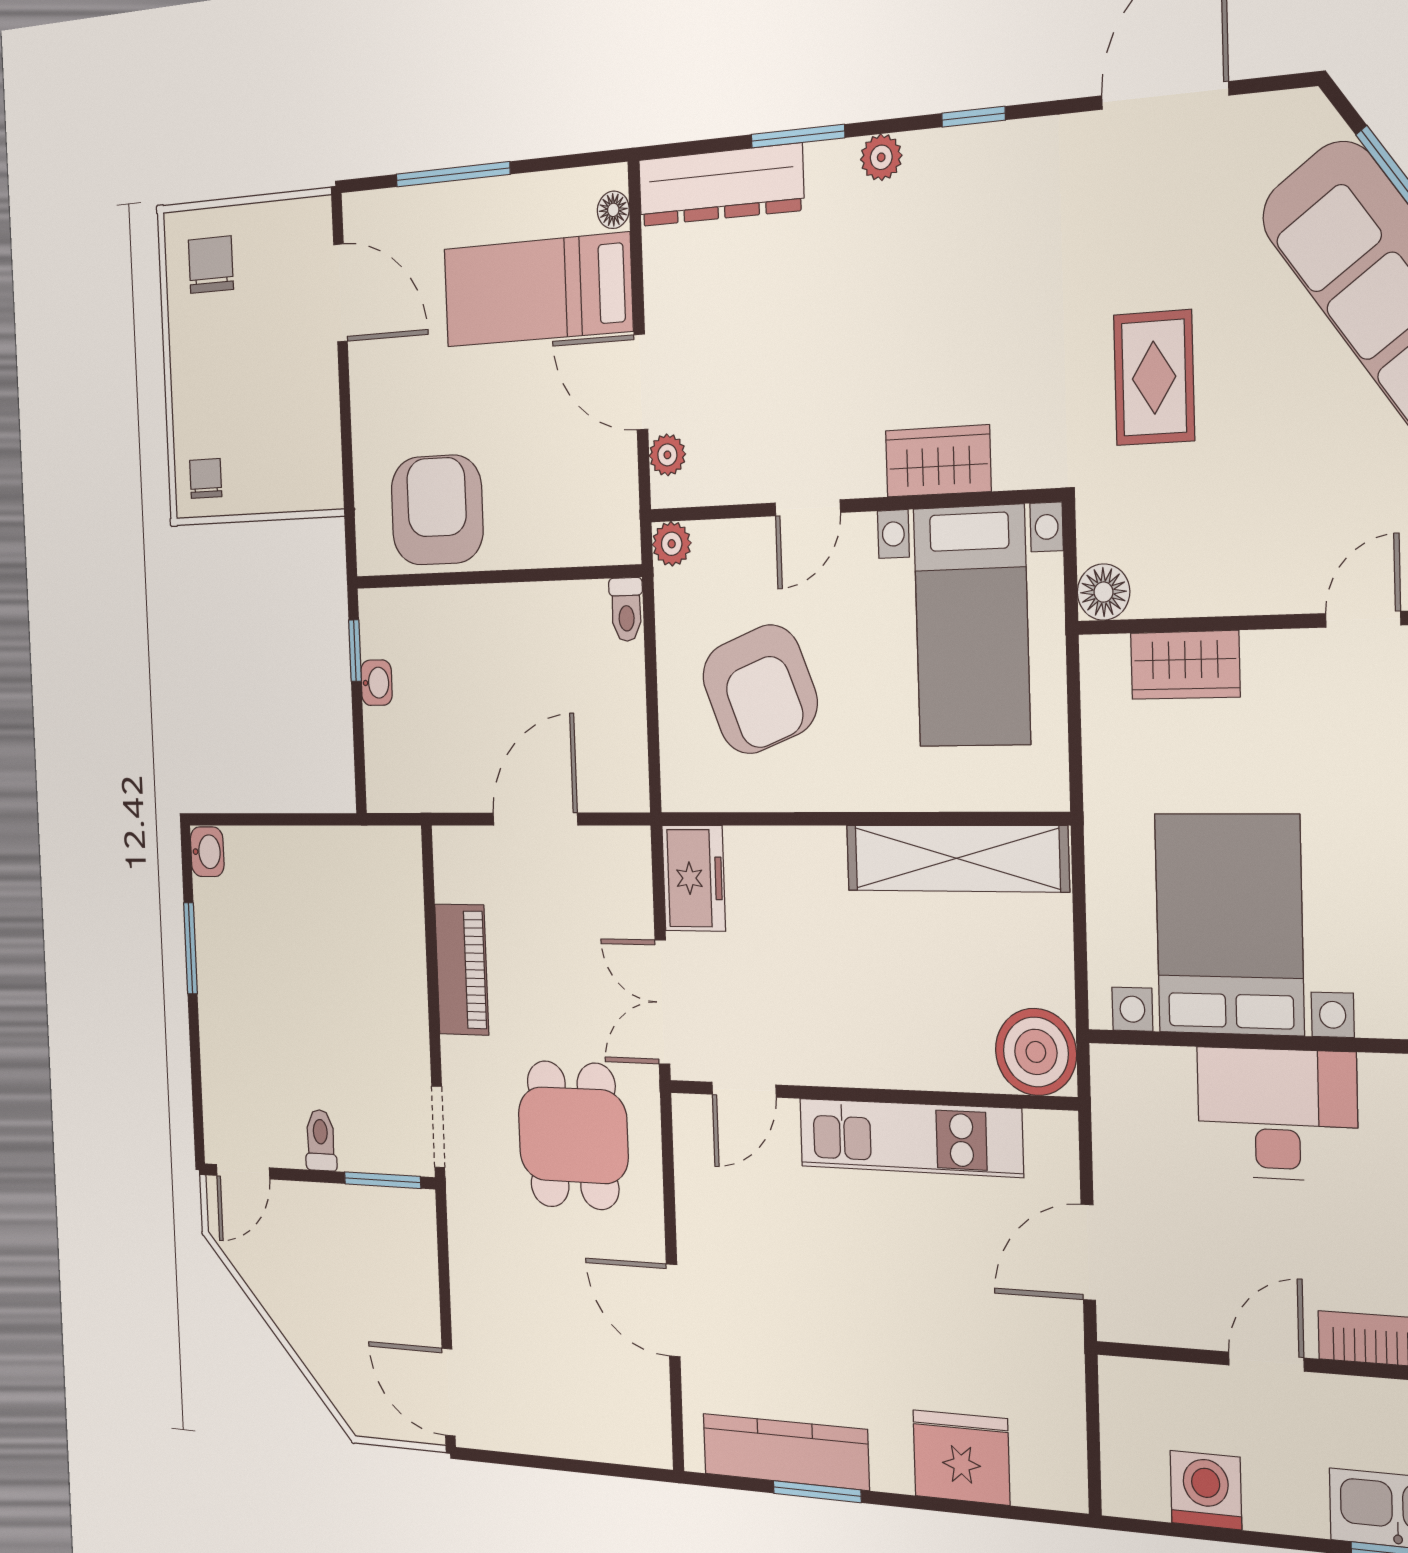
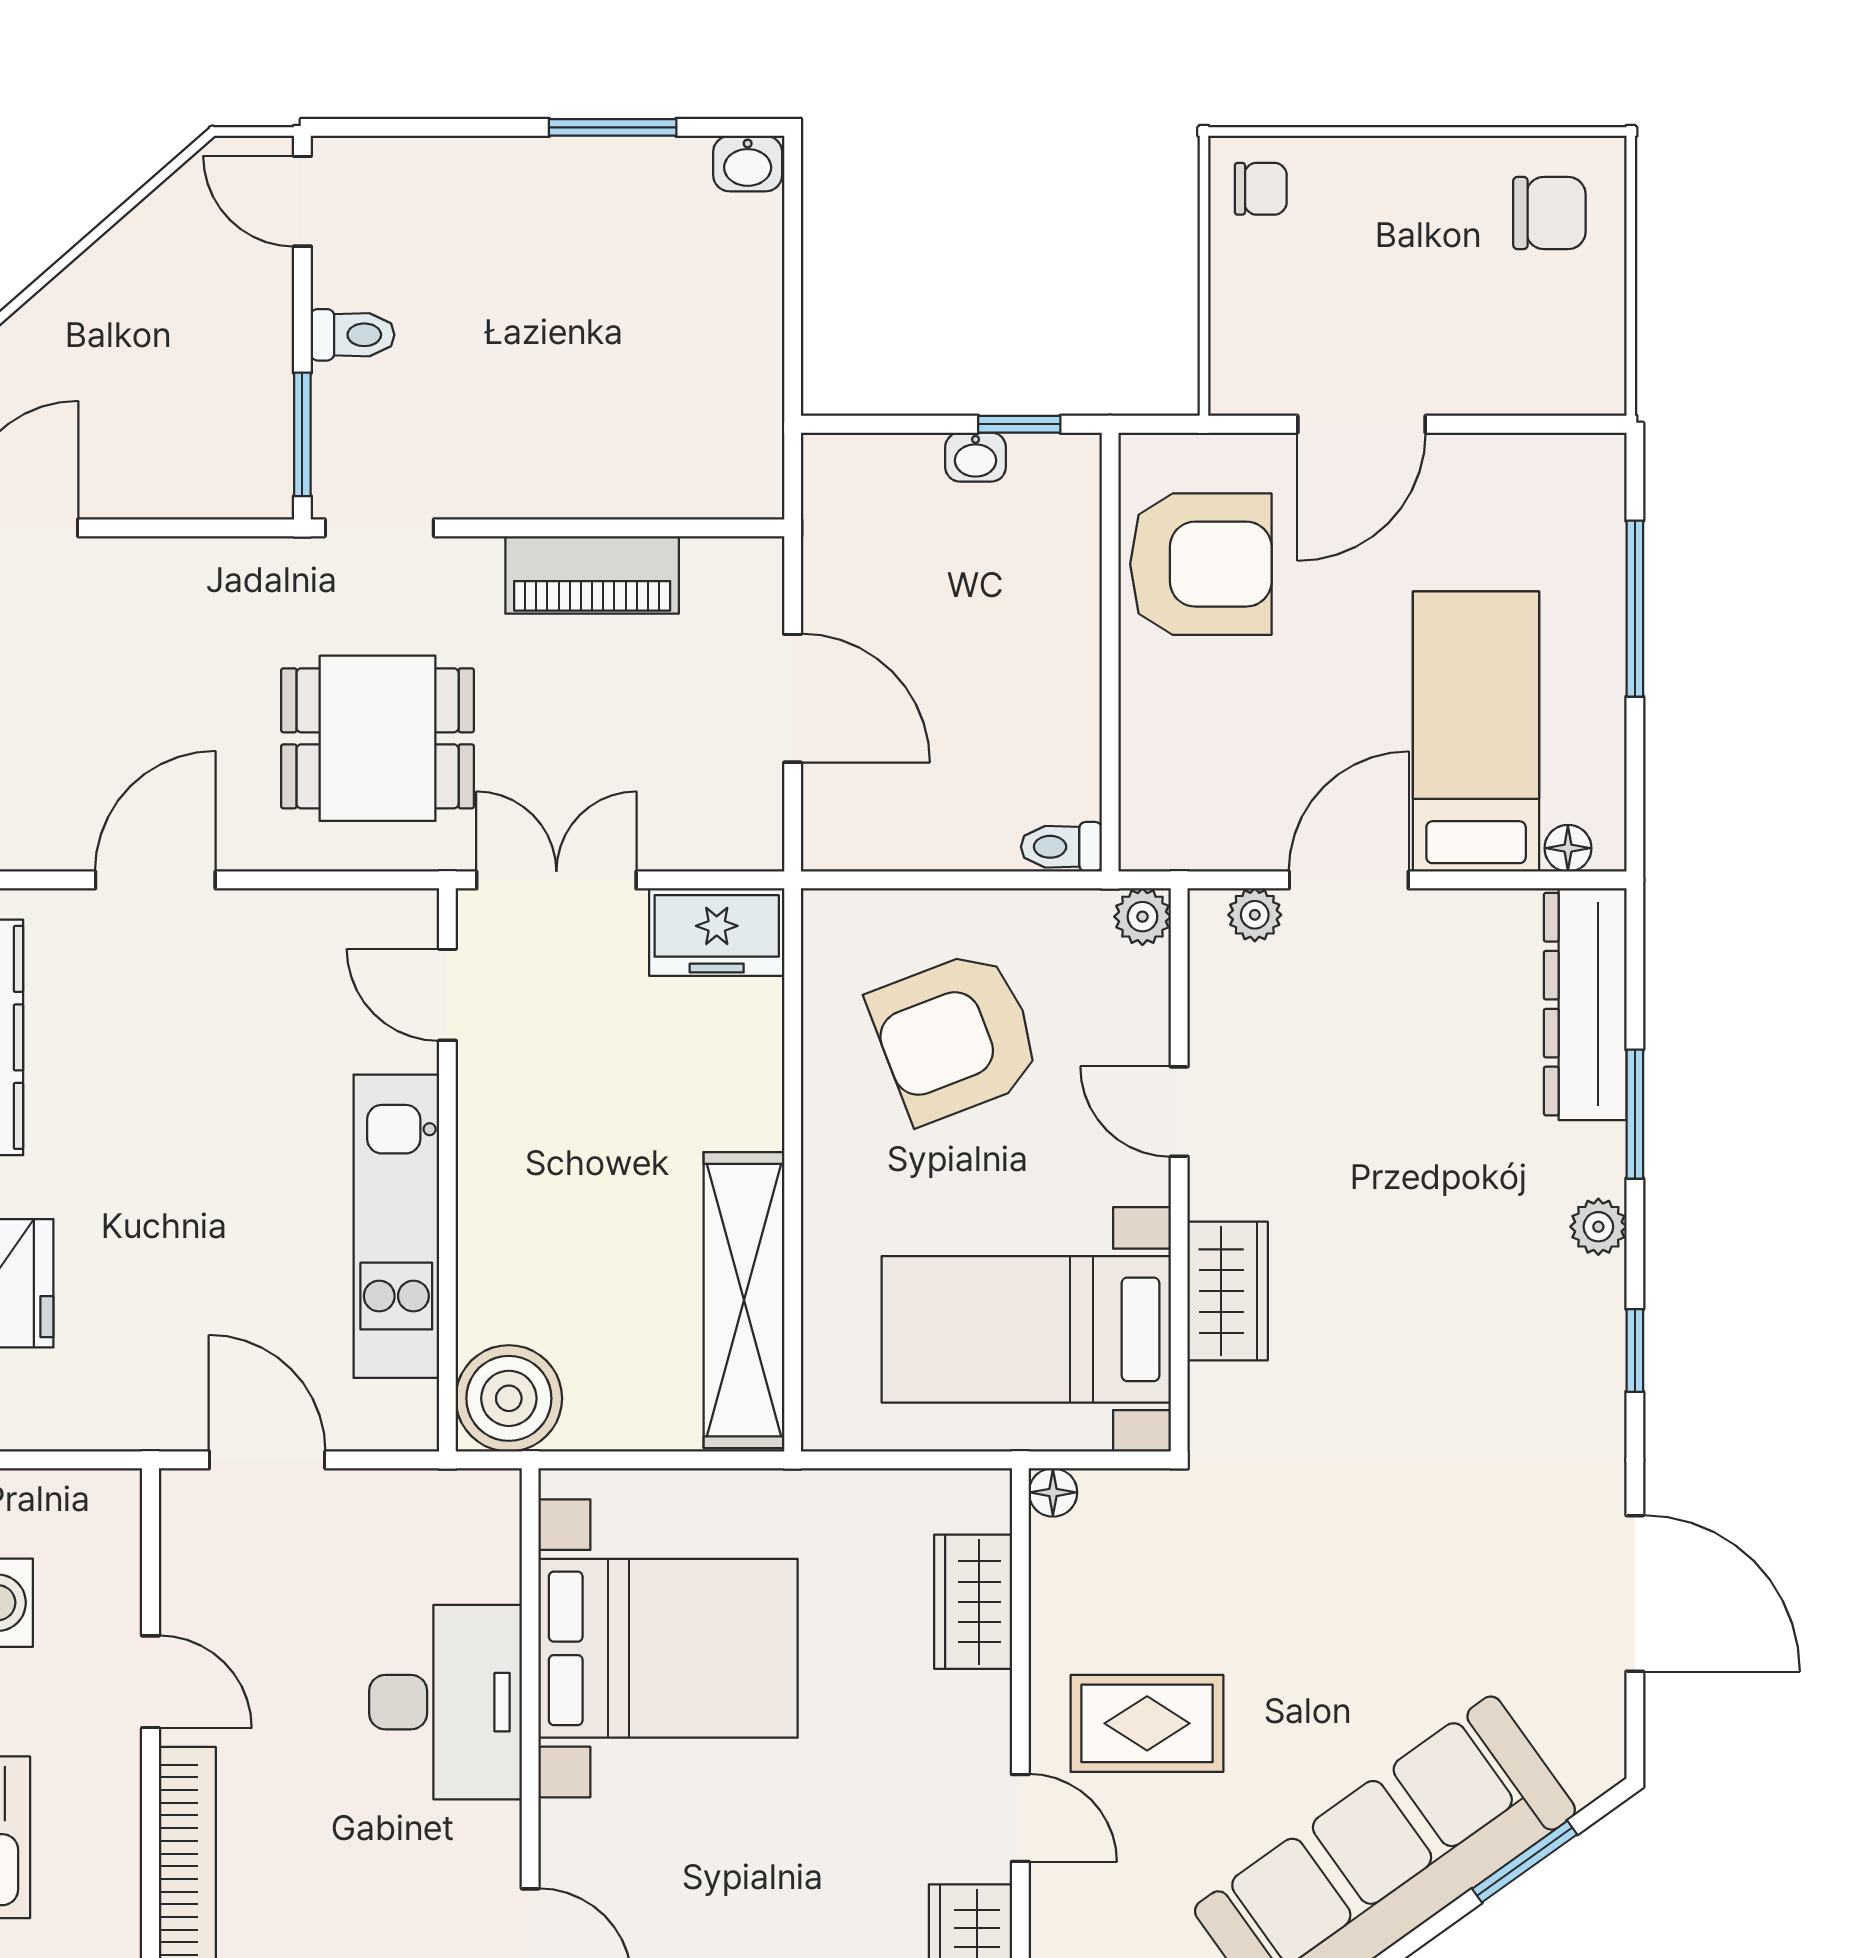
door: (340, 293) -> (1361, 424), moved
rug: (1154, 378) -> (1147, 1723), moved
floor lamp: (1103, 592) -> (1053, 1492), width x0.73, depth x0.73

